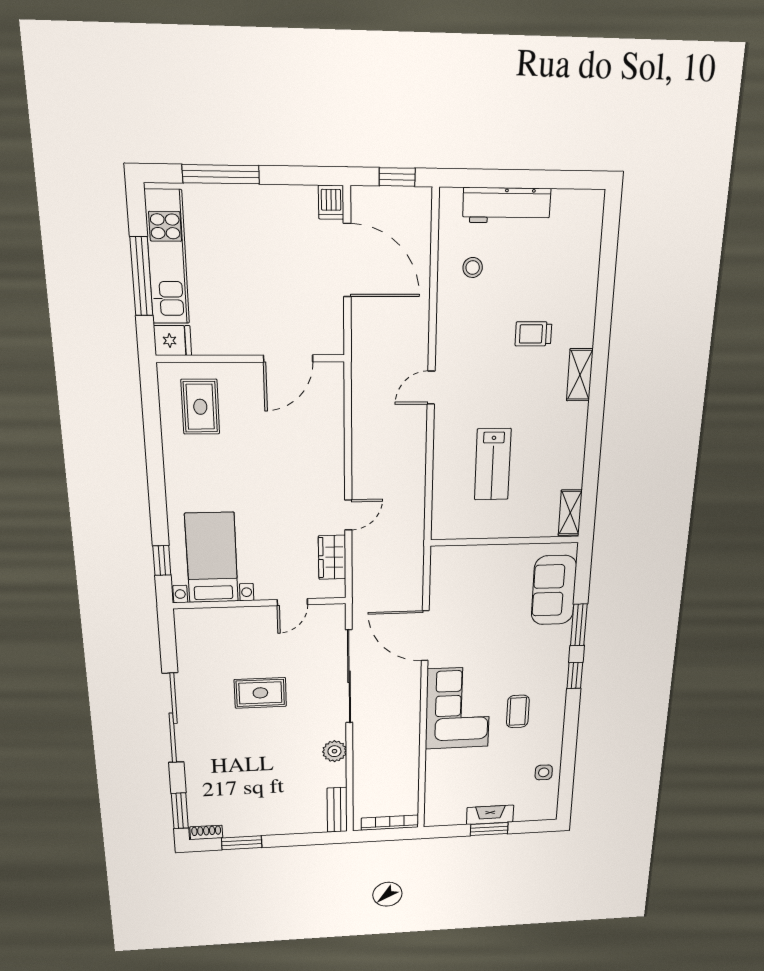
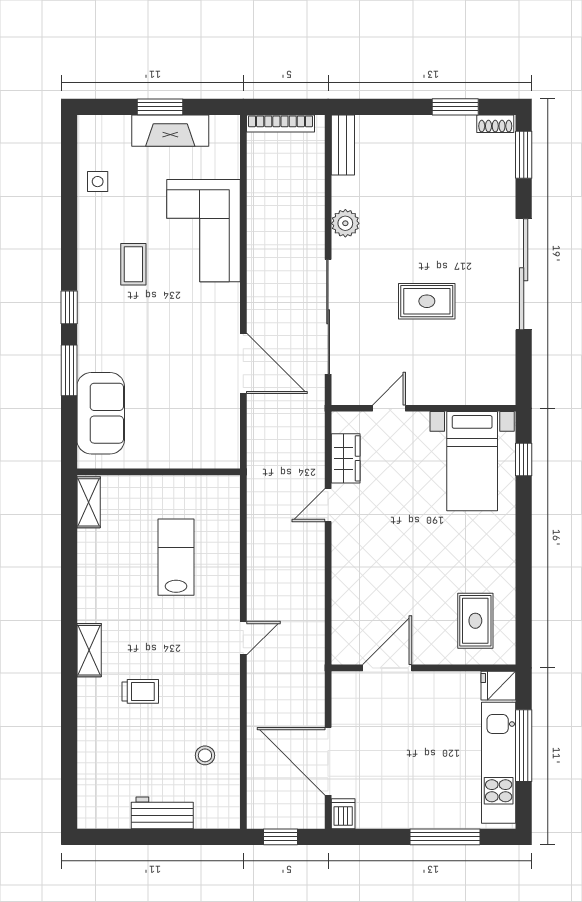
workbench: (507, 205) -> (162, 813), width x0.73
corner sofa: (458, 708) -> (204, 231), moved
fireplace: (490, 815) -> (170, 131), width x1.37, depth x1.32

